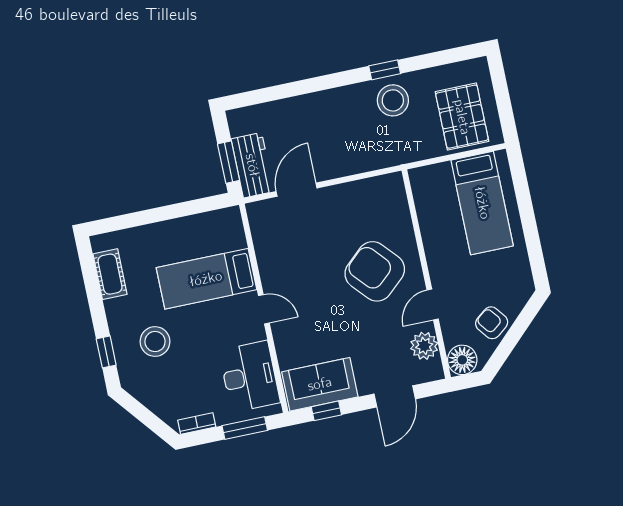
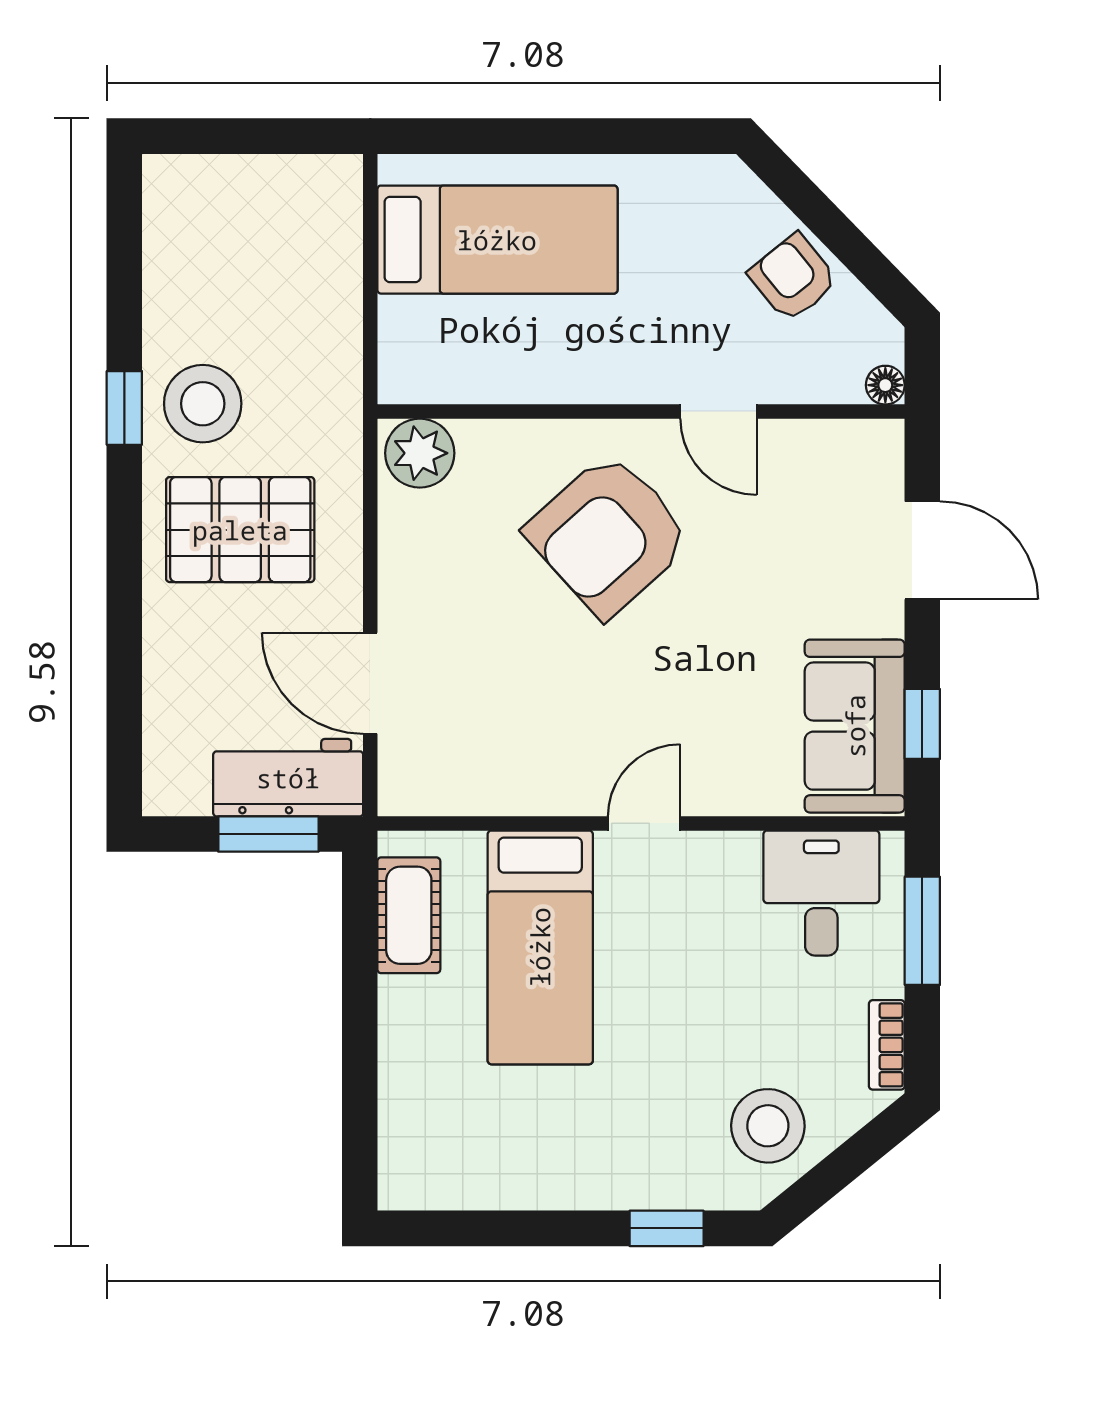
pallet: (462, 117) -> (240, 530), moved
cot: (110, 274) -> (409, 915), moved, turned 90
armchair: (492, 323) -> (793, 278), turned 89
stool: (155, 342) -> (768, 1126), moved
plant: (424, 346) -> (420, 453), moved
floor lamp: (462, 360) -> (885, 385), width x0.53, depth x0.53
desk: (249, 377) -> (821, 893), width x0.73

